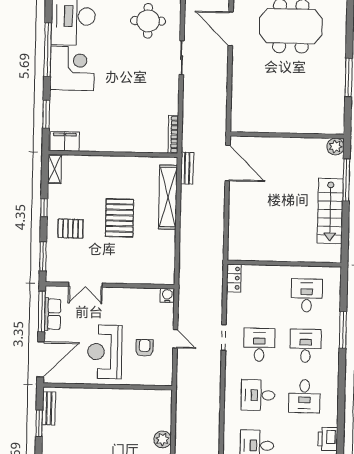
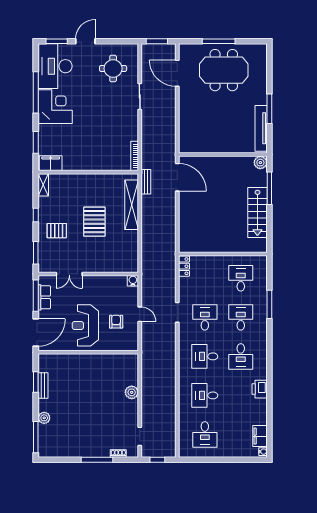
tv unit: (337, 102) -> (261, 128), added
bench: (49, 408) -> (43, 385), moved

